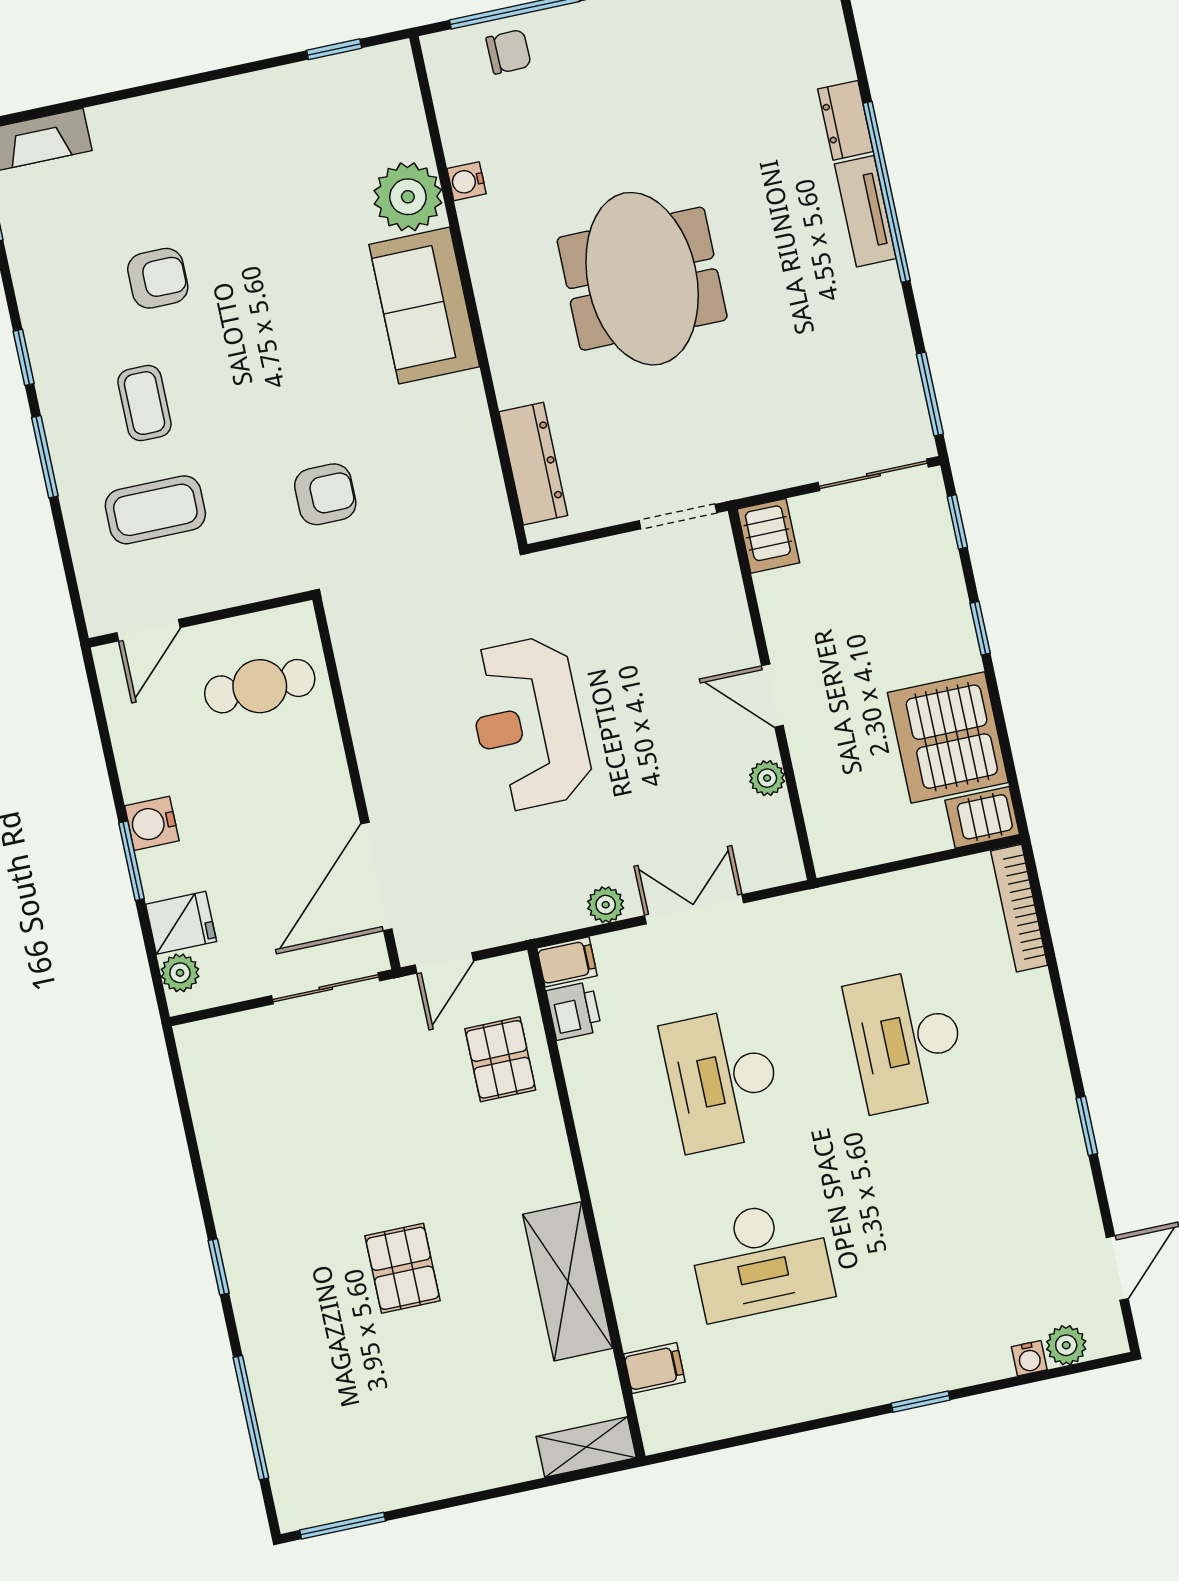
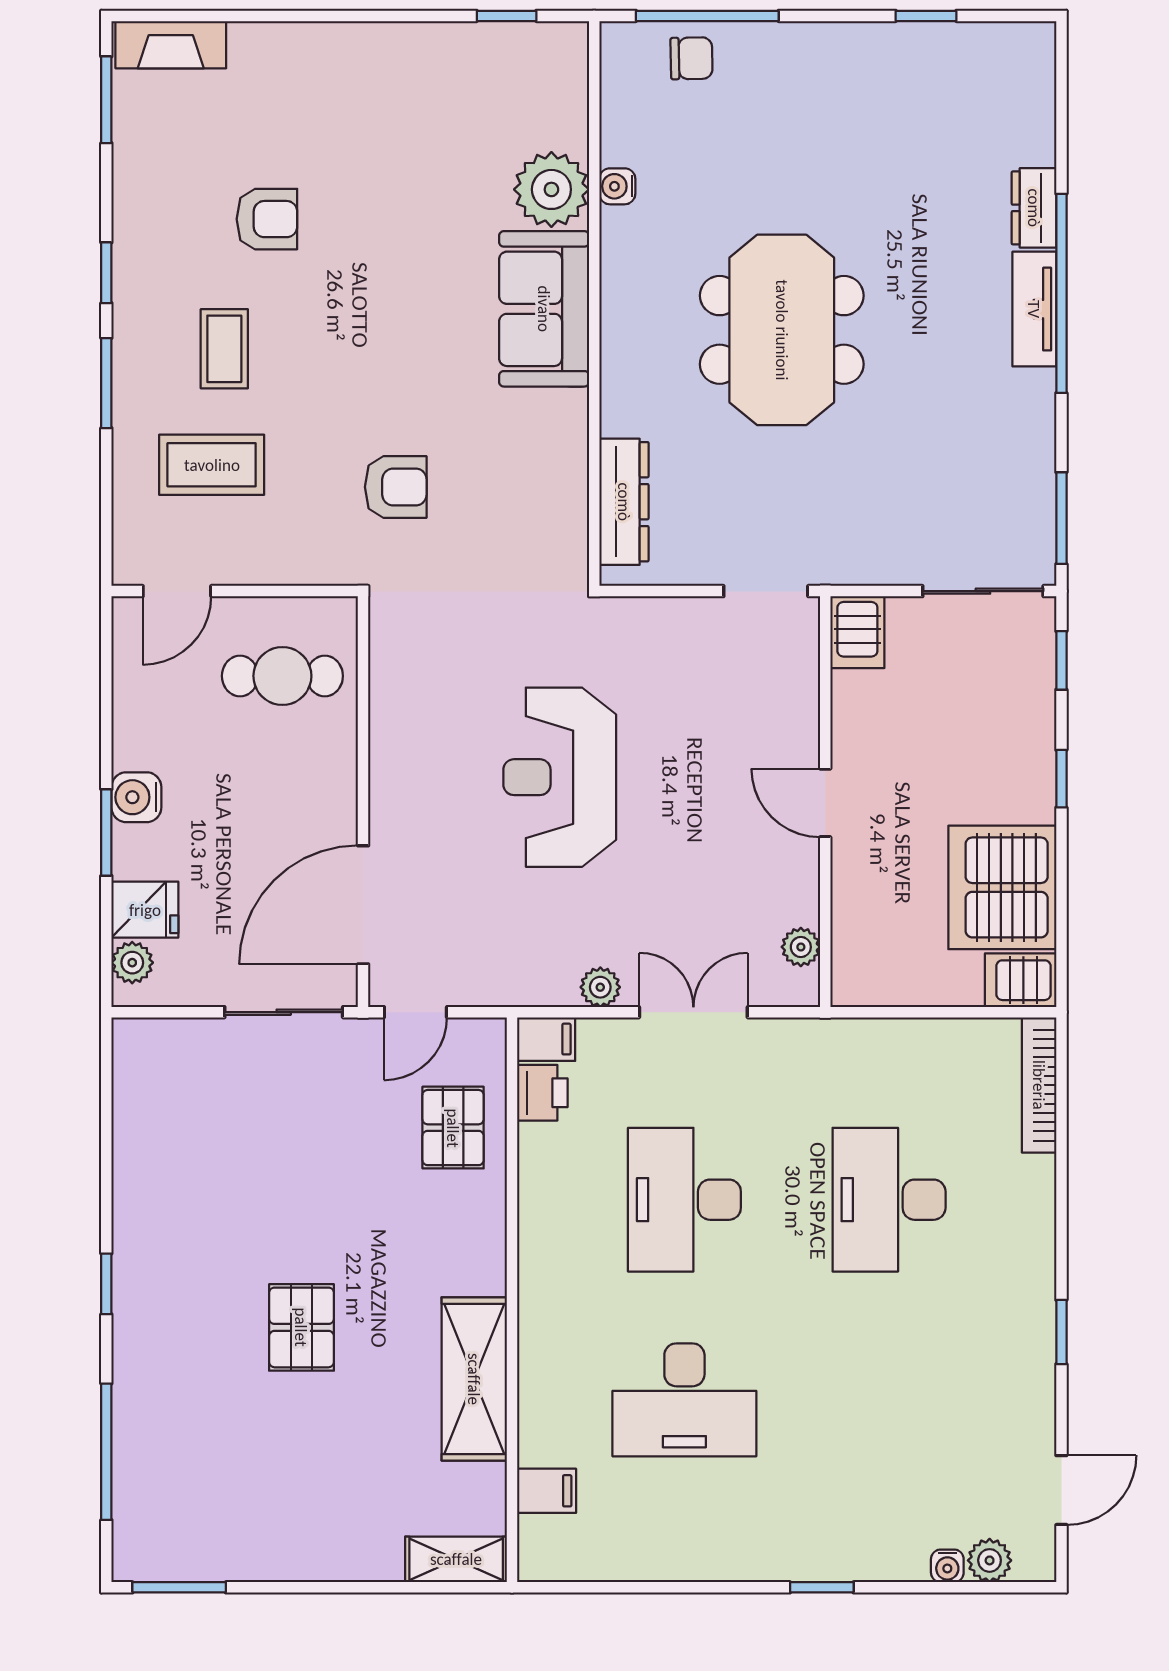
plant: (767, 778) -> (801, 947), moved

